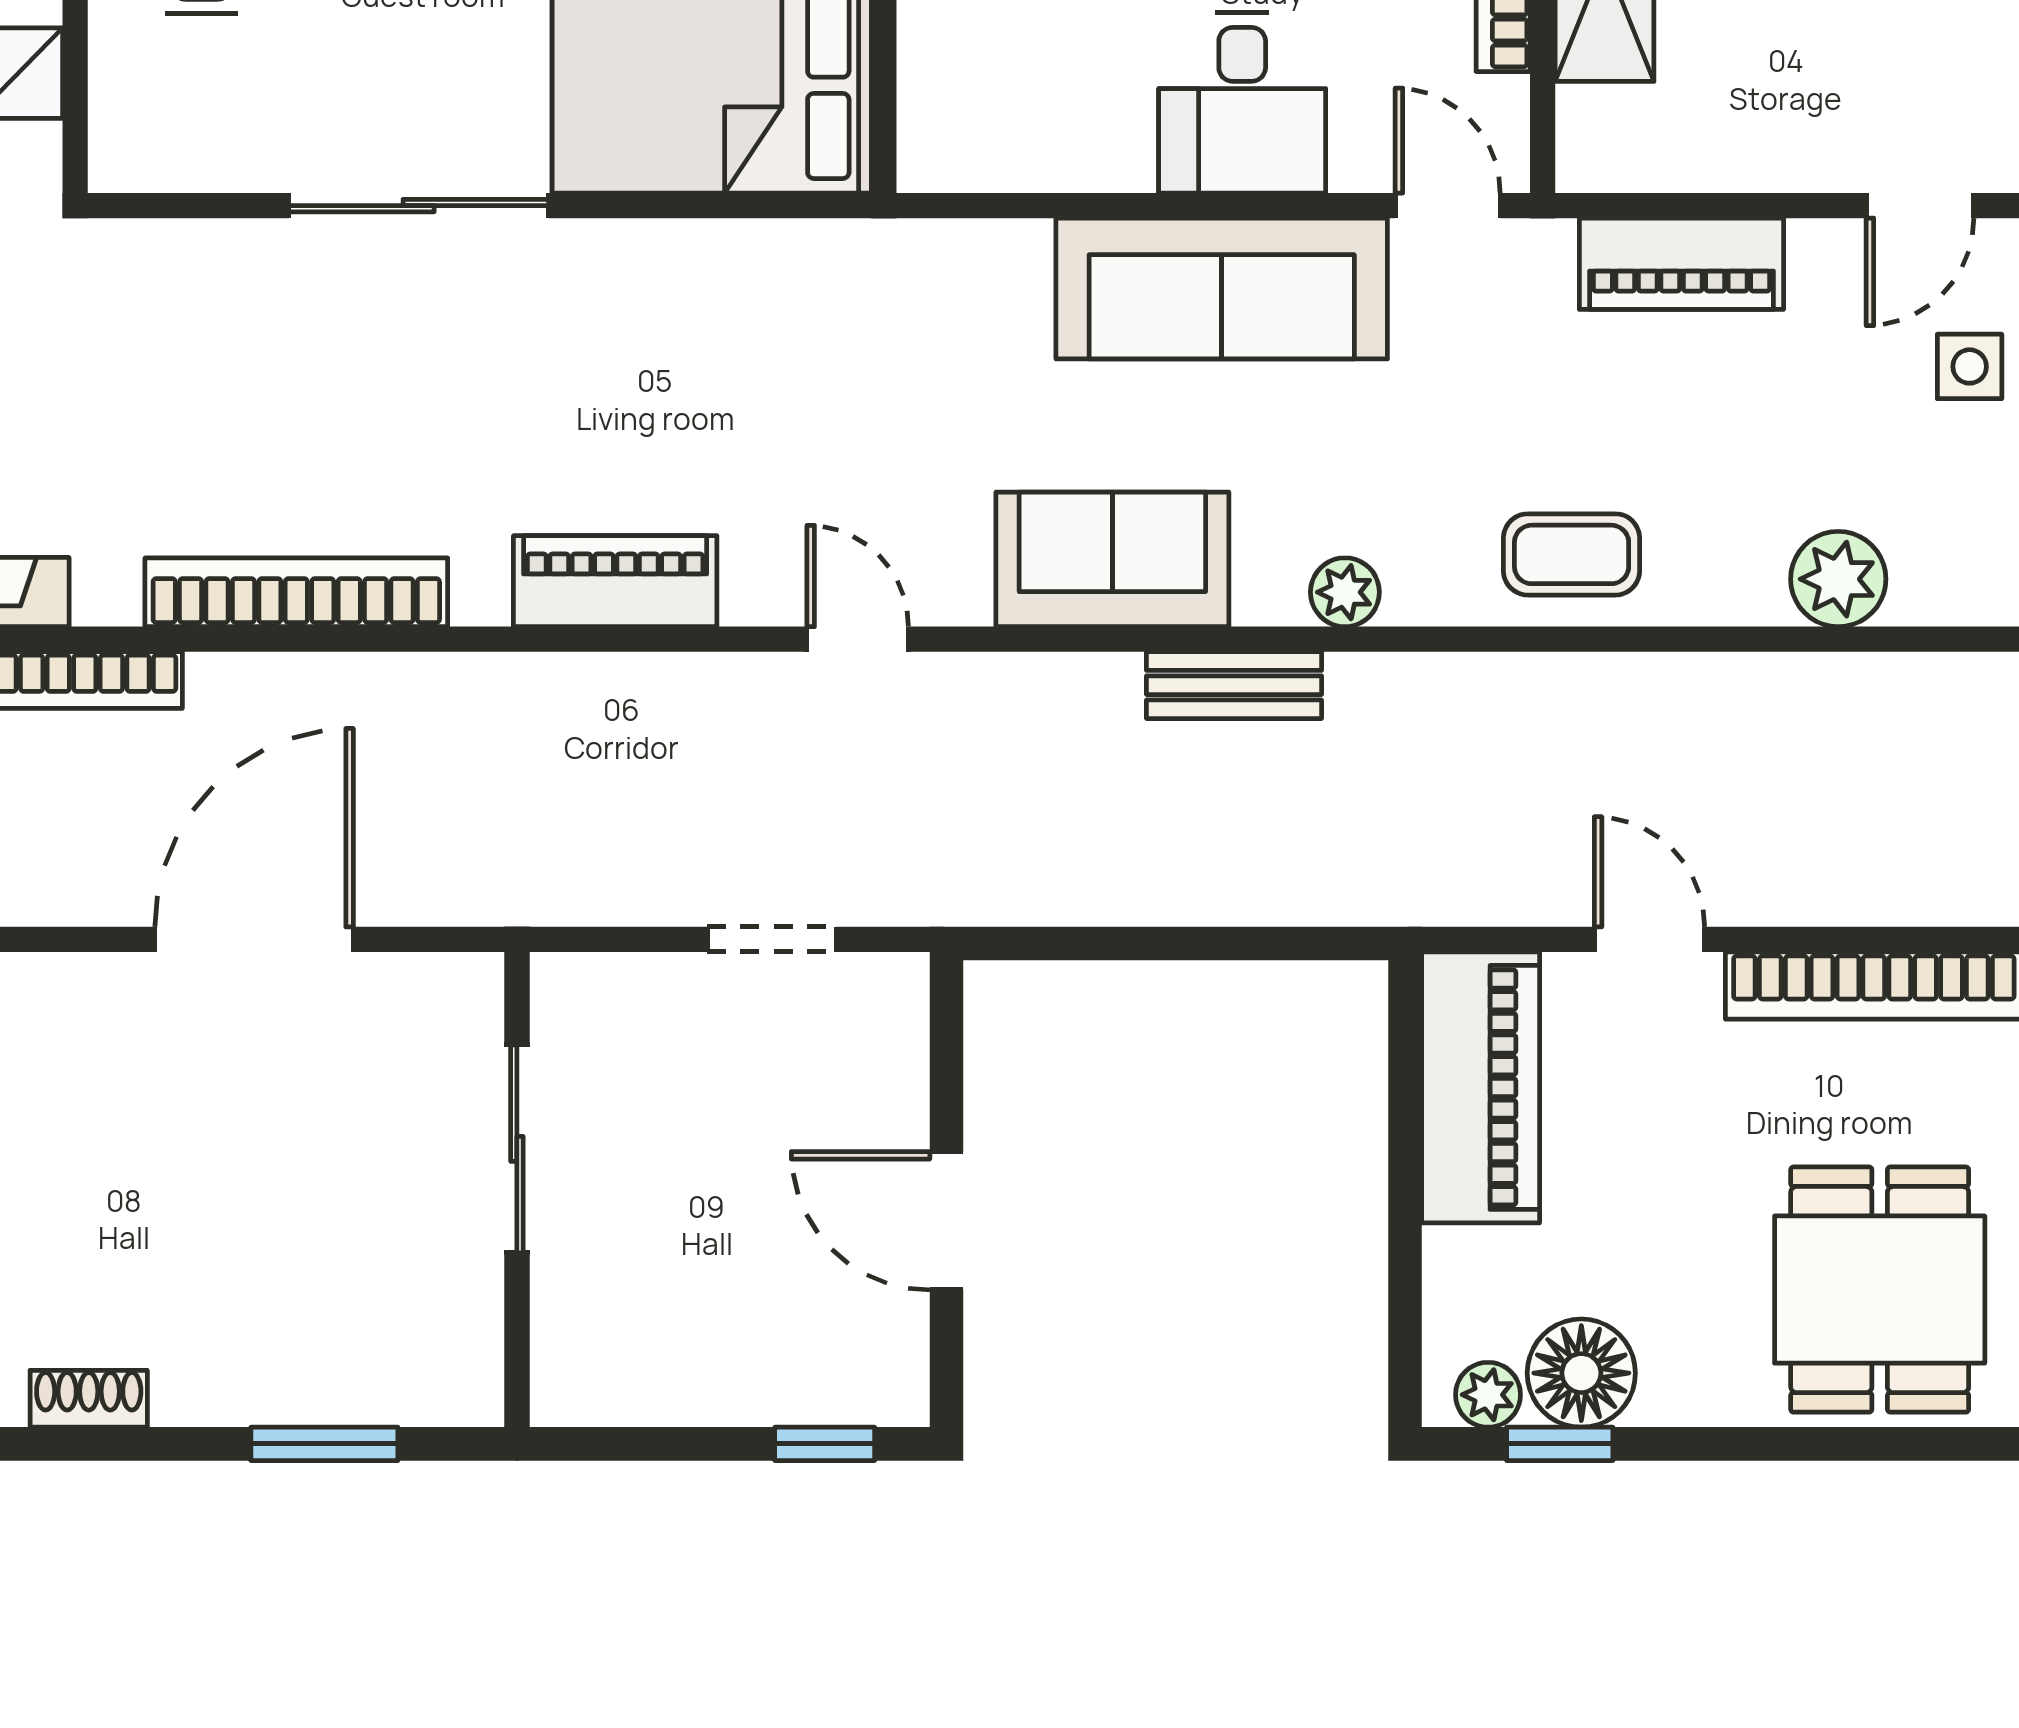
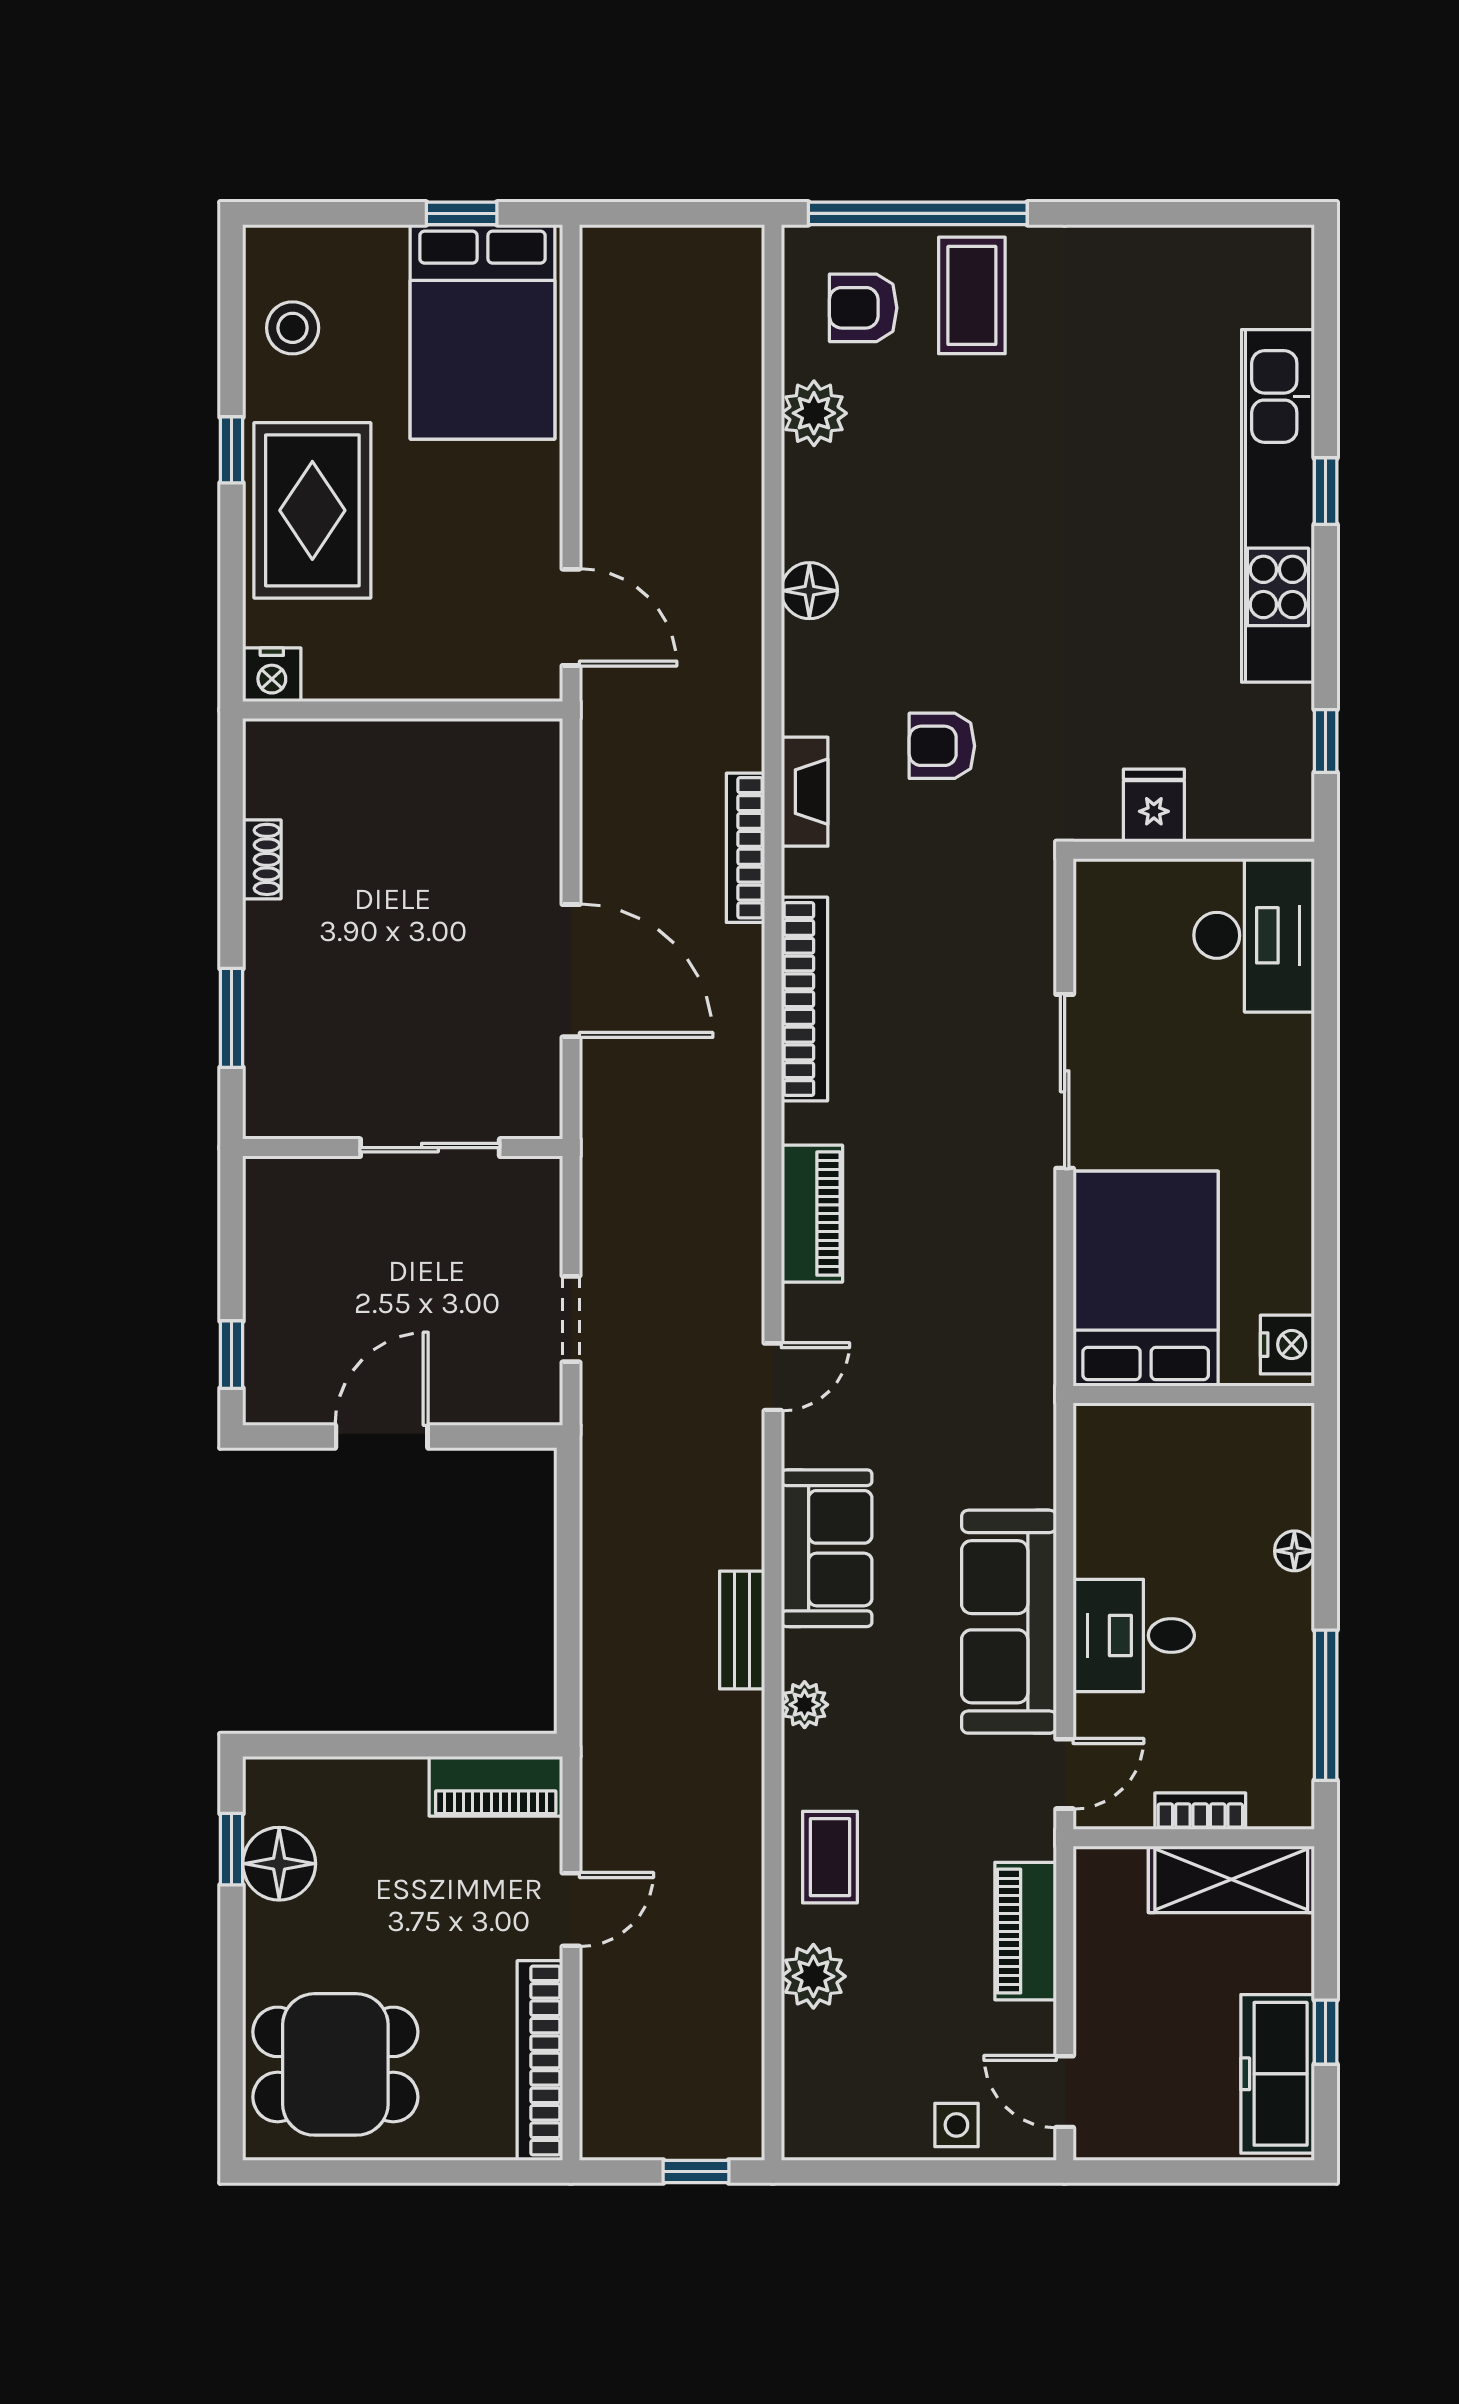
plant: (1838, 579) -> (813, 1976), moved
piano: (1481, 1087) -> (496, 1786), width x0.73, depth x0.75
plant: (1488, 1395) -> (265, 1801), removed

